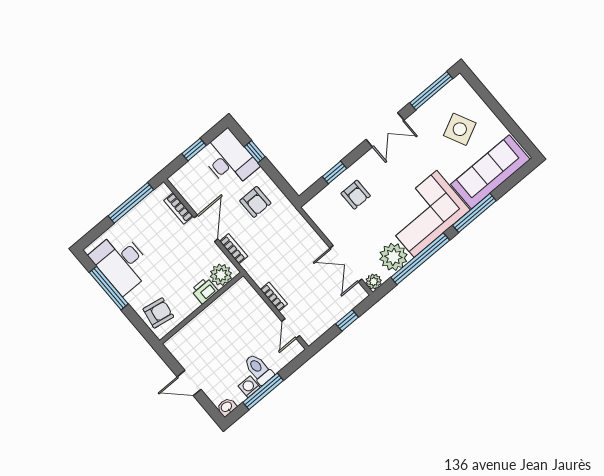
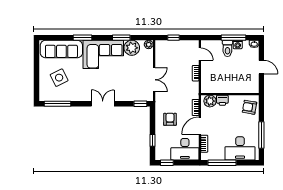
double door: (385, 130) -> (103, 104), moved
window: (194, 150) -> (167, 163), moved
desk: (229, 159) -> (185, 149), moved, turned -90
window: (334, 172) -> (140, 104), moved
armchair: (356, 195) -> (126, 87), removed
window: (474, 213) -> (83, 38), width x0.69
window: (420, 259) -> (121, 38), width x0.47
desk: (121, 262) -> (240, 148), moved, turned 90
double door: (346, 264) -> (154, 80), moved
door: (291, 329) -> (200, 54), hinge flipped

